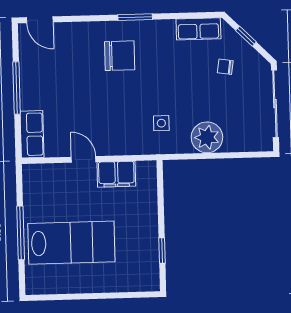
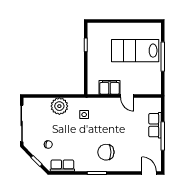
row of seats: (32, 134) -> (155, 125), moved

